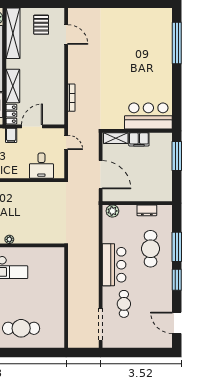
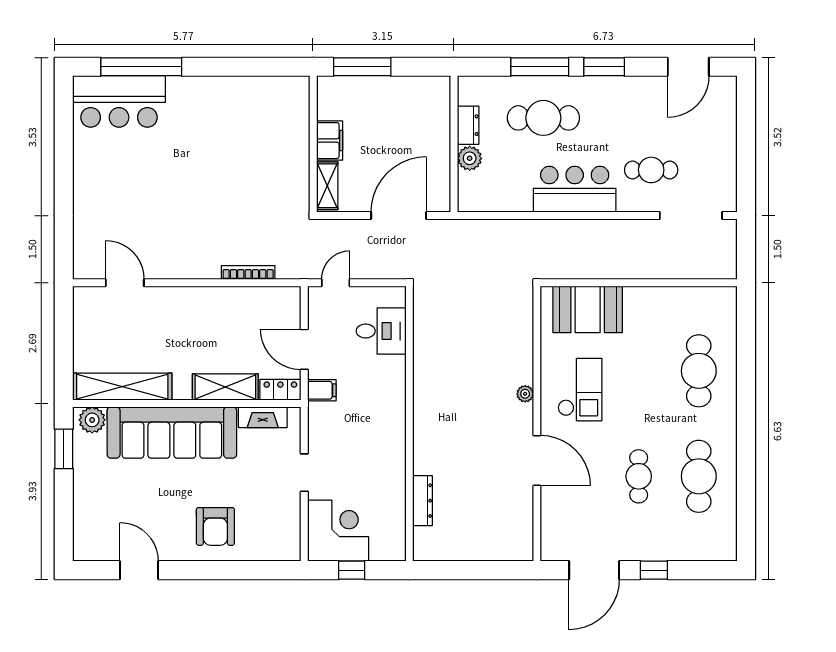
pallet: (41, 25) -> (106, 332), removed
door: (66, 35) -> (125, 283), hinge flipped
bar counter: (148, 116) -> (119, 101), moved, turned -90
plant: (112, 211) -> (470, 158), moved
booth: (53, 271) -> (588, 309), added

